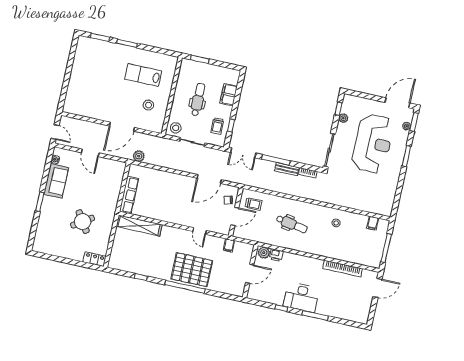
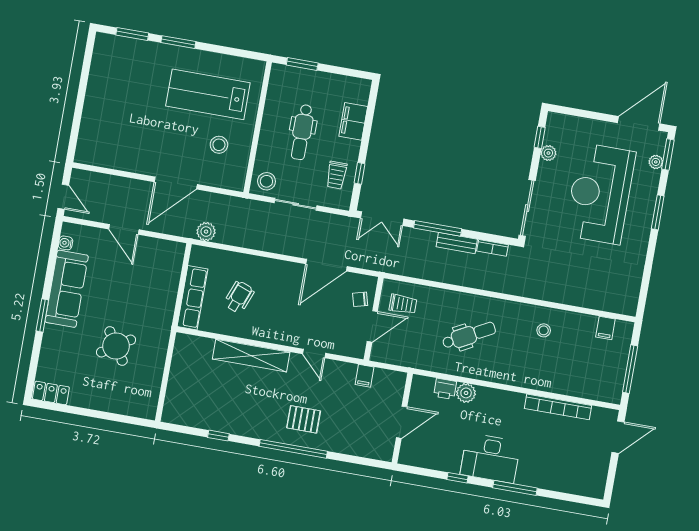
lab bench: (143, 75) -> (208, 94), width x1.36, depth x1.39
dental chair: (198, 100) -> (302, 132), turned 180
reception desk: (373, 143) -> (600, 194), turned 180
sofa: (56, 181) -> (67, 289), width x1.36
wheelchair: (157, 196) -> (239, 297), added
dental chair: (292, 224) -> (469, 335), turned -38
shelving: (139, 226) -> (251, 356), moved
plant: (264, 253) -> (466, 393), moved
locker: (94, 259) -> (51, 393), moved
pallet: (192, 270) -> (304, 419), width x0.49, depth x0.50

